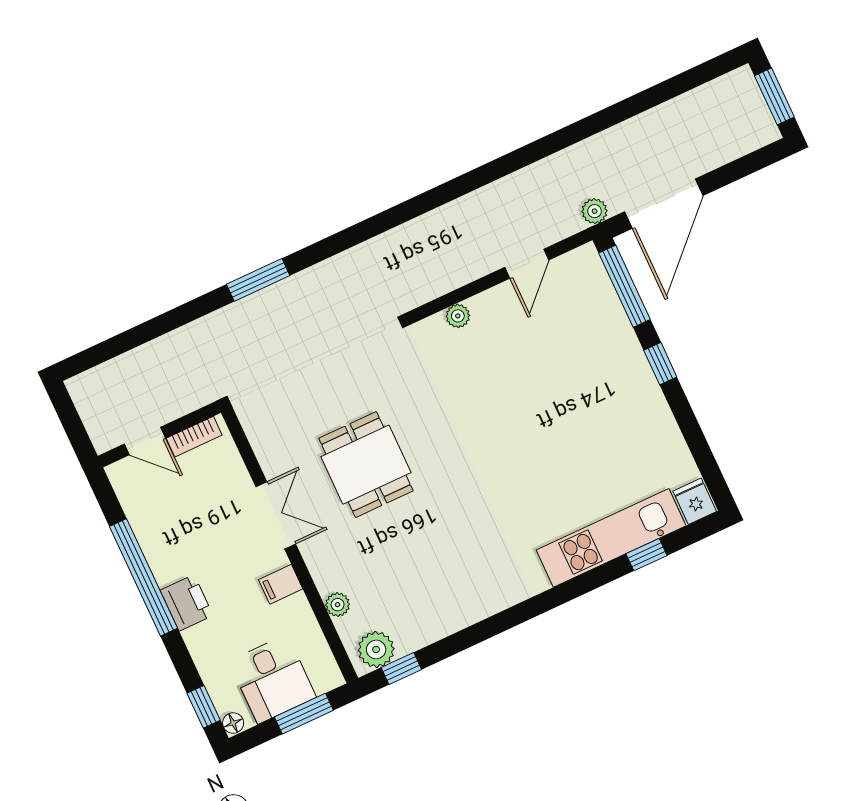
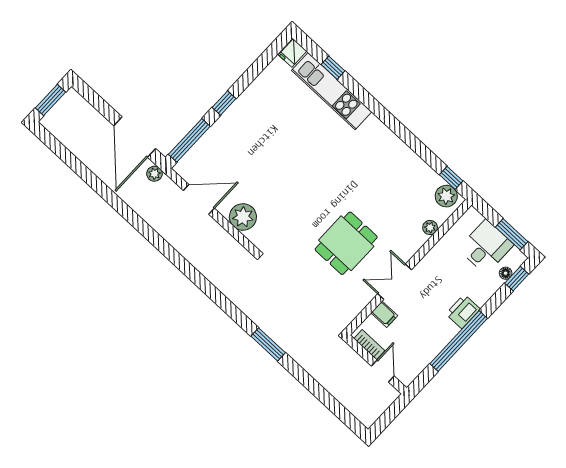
door: (664, 204) -> (135, 137), swing flipped
door: (527, 264) -> (199, 199), width x1.38
plant: (458, 316) -> (243, 217), width x1.87, depth x1.87
filing cabinet: (281, 584) -> (384, 314), moved
window: (304, 714) -> (512, 234), moved
floor lamp: (233, 723) -> (506, 273), moved

